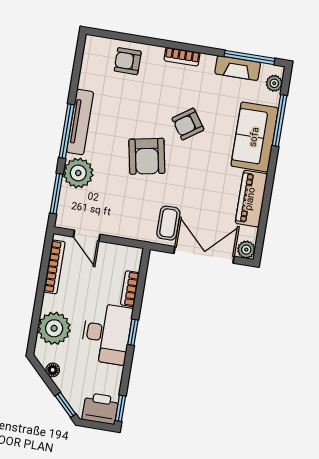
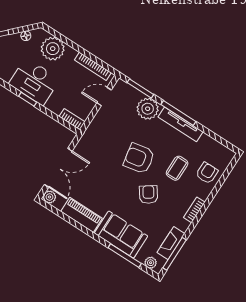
coffee table: (168, 223) -> (177, 168), moved, turned 90
bookcase: (130, 289) -> (72, 119), moved

